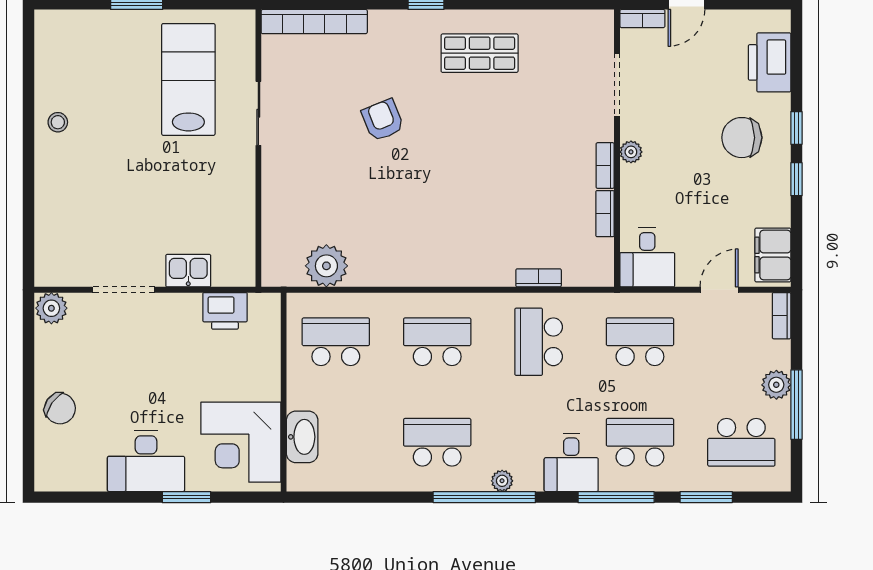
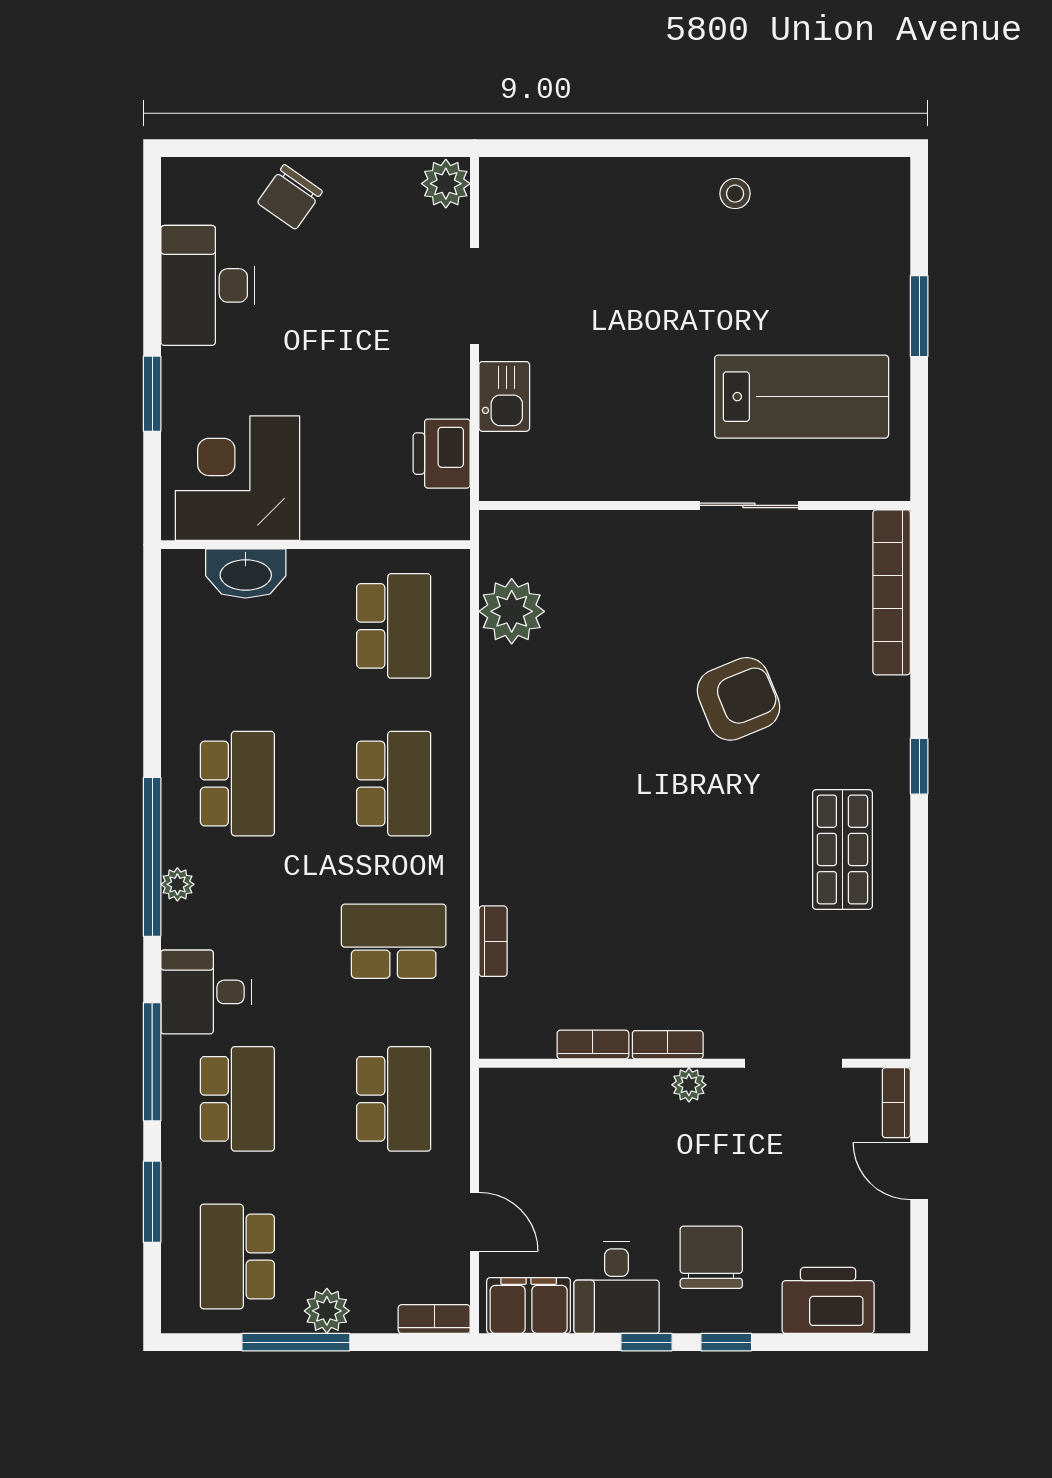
armchair: (383, 120) -> (738, 699), width x1.38, depth x1.38
desk: (647, 257) -> (617, 1287), moved, turned -90
desk: (146, 461) -> (208, 285), moved

